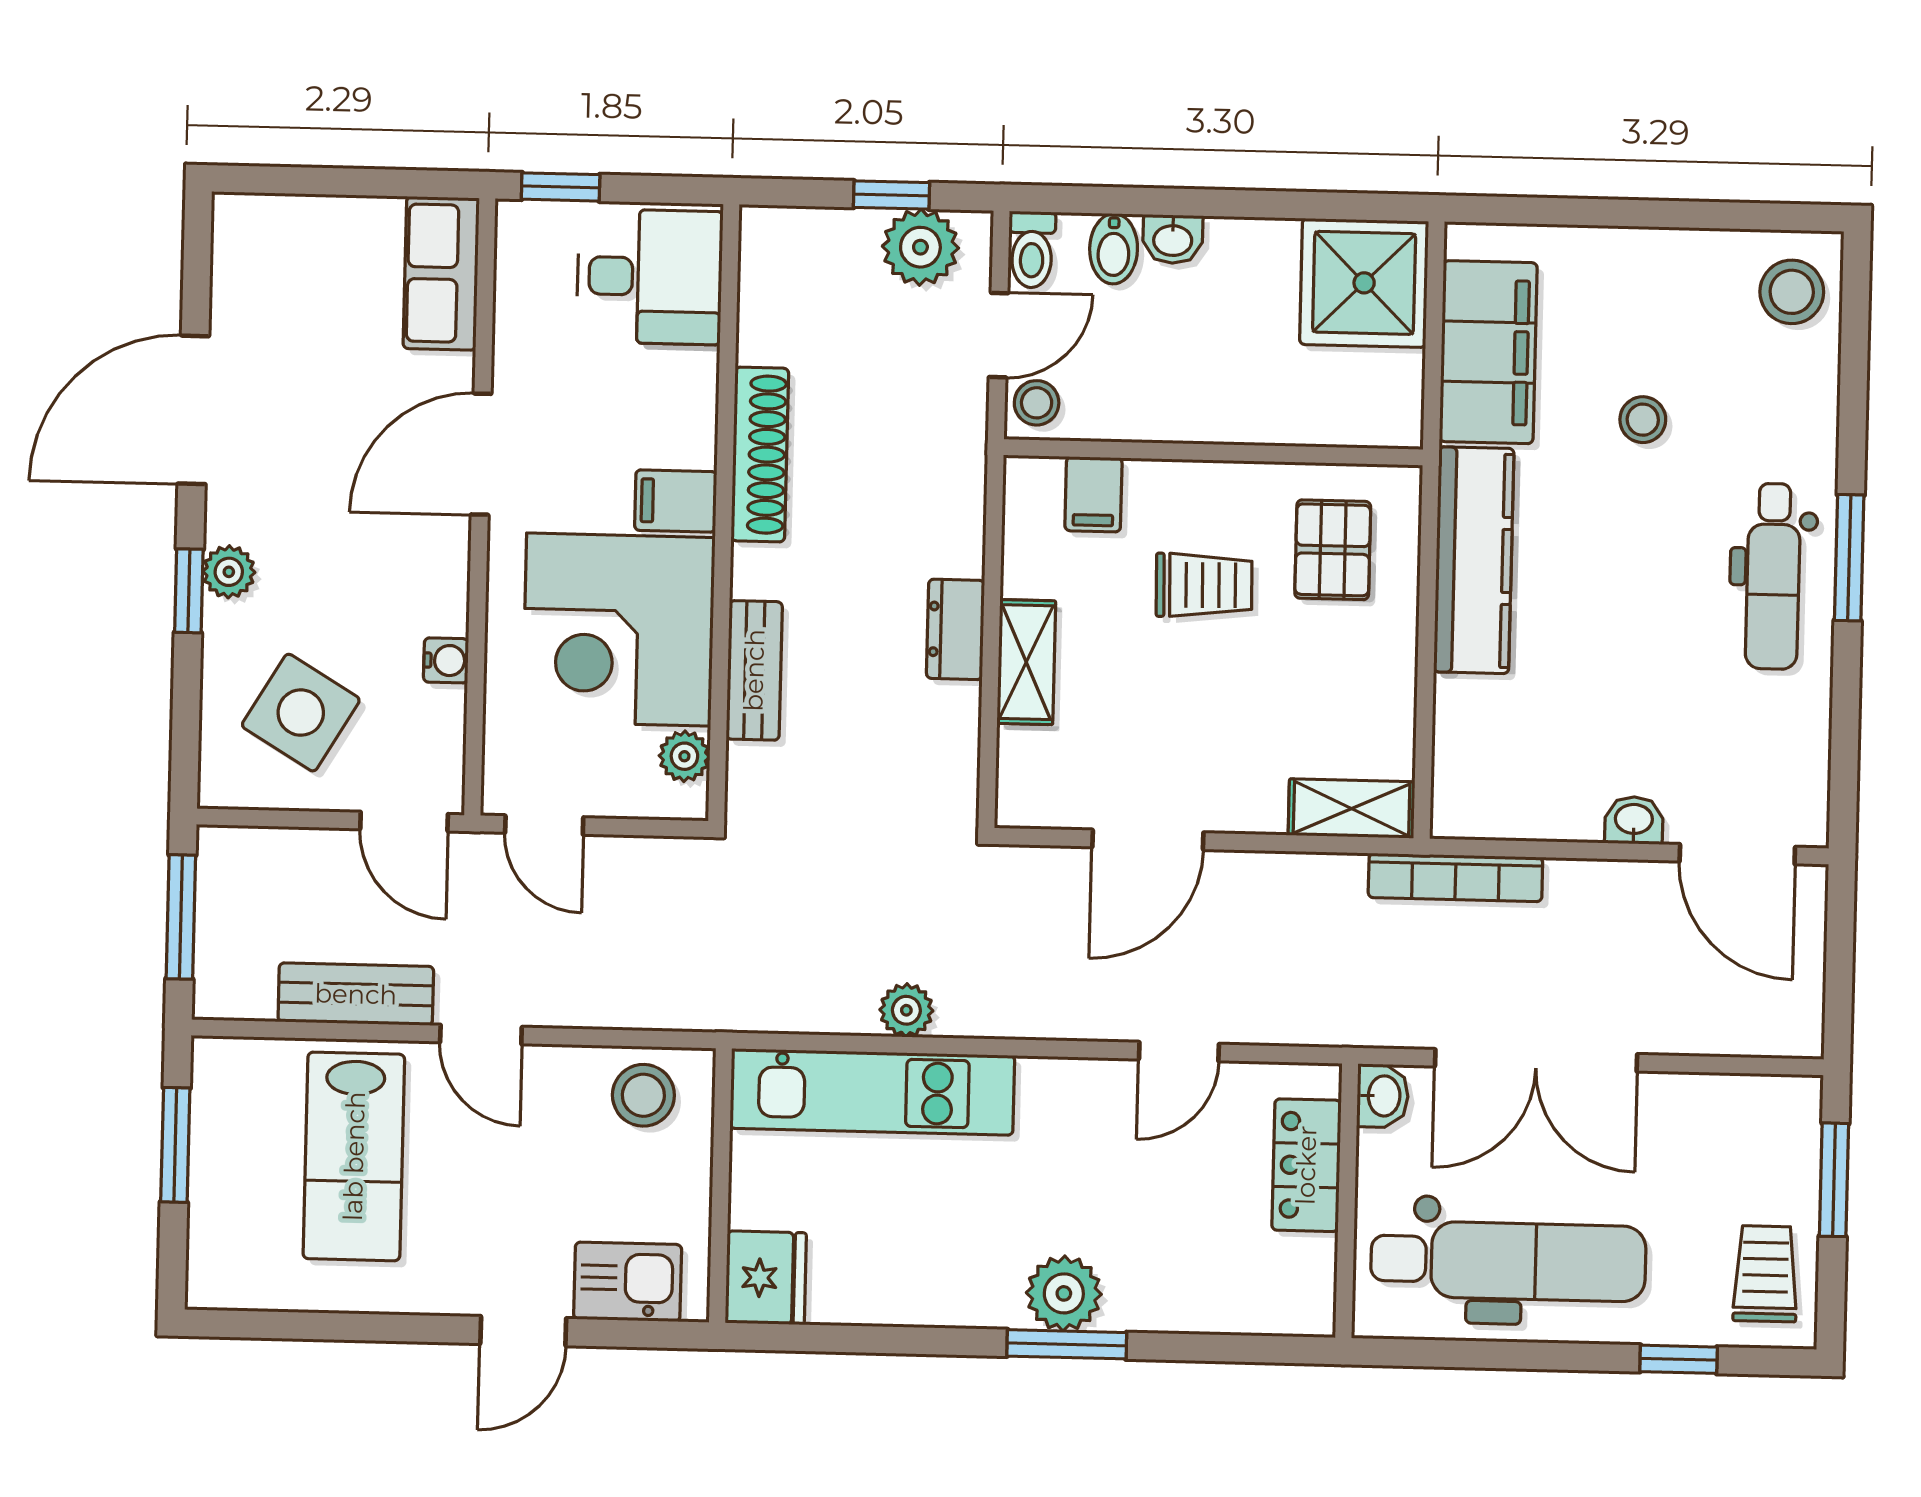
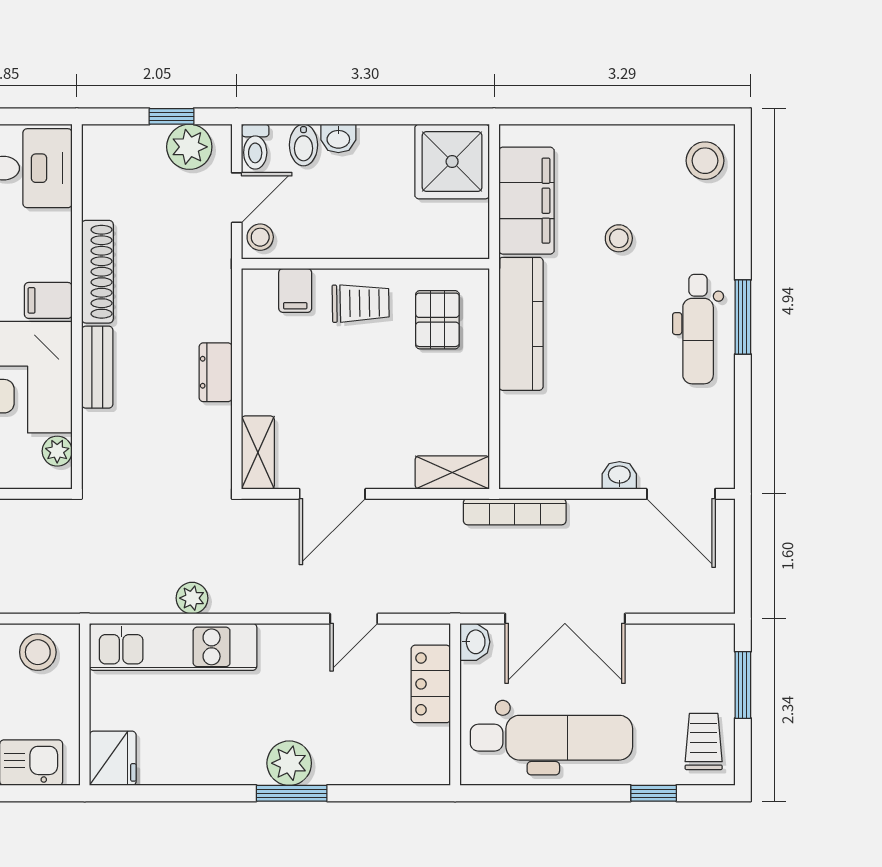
trolley: (1204, 585) -> (361, 303), moved
shelving: (1026, 662) -> (258, 453), moved
bench: (754, 670) -> (97, 367), moved

